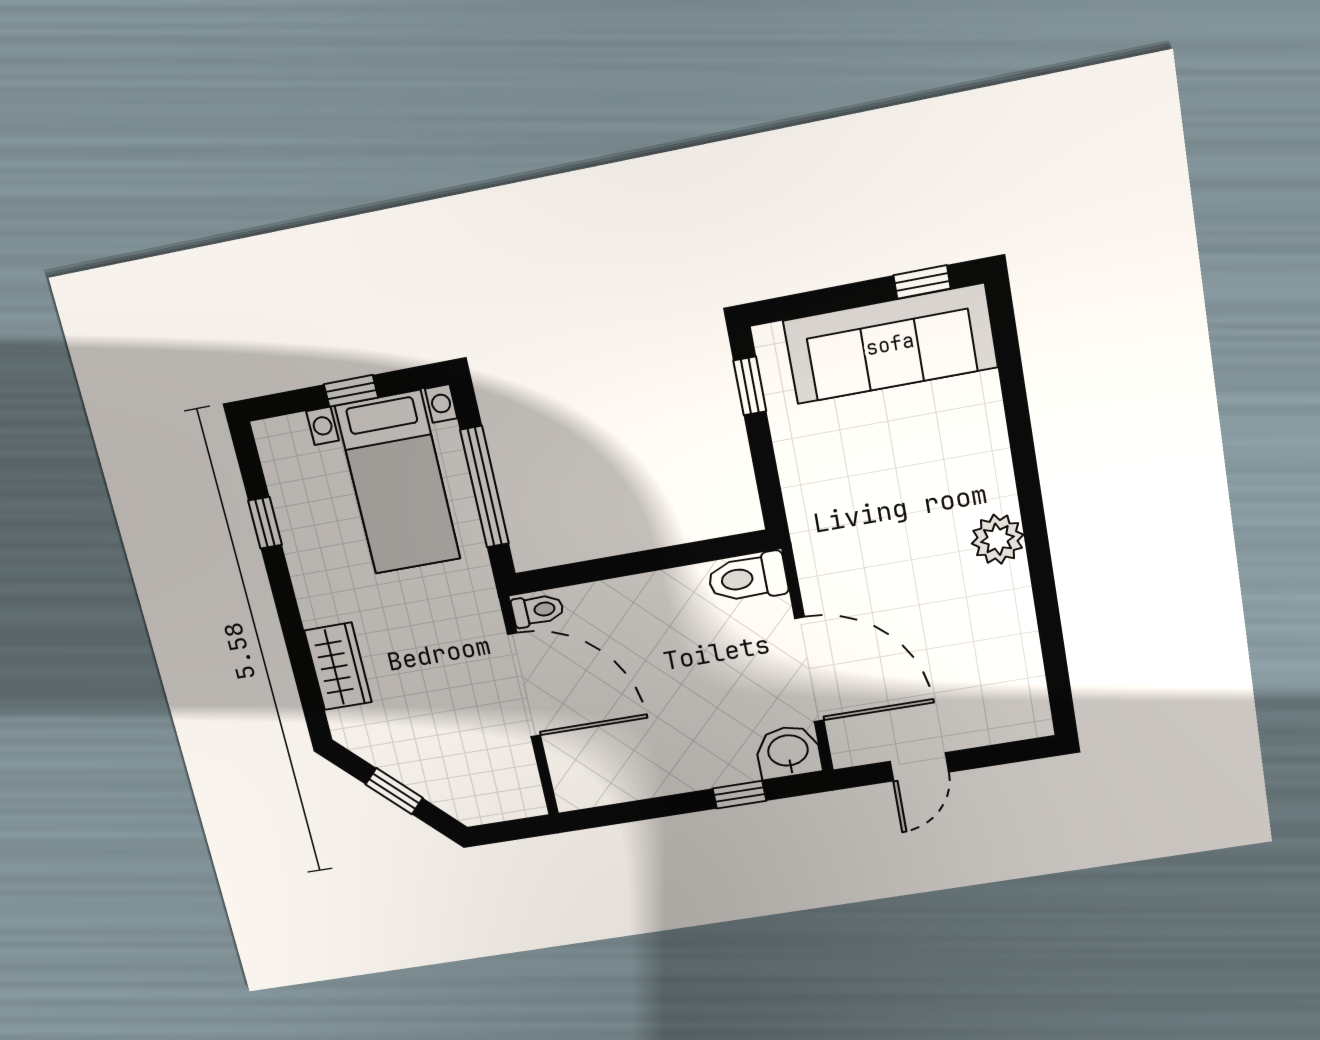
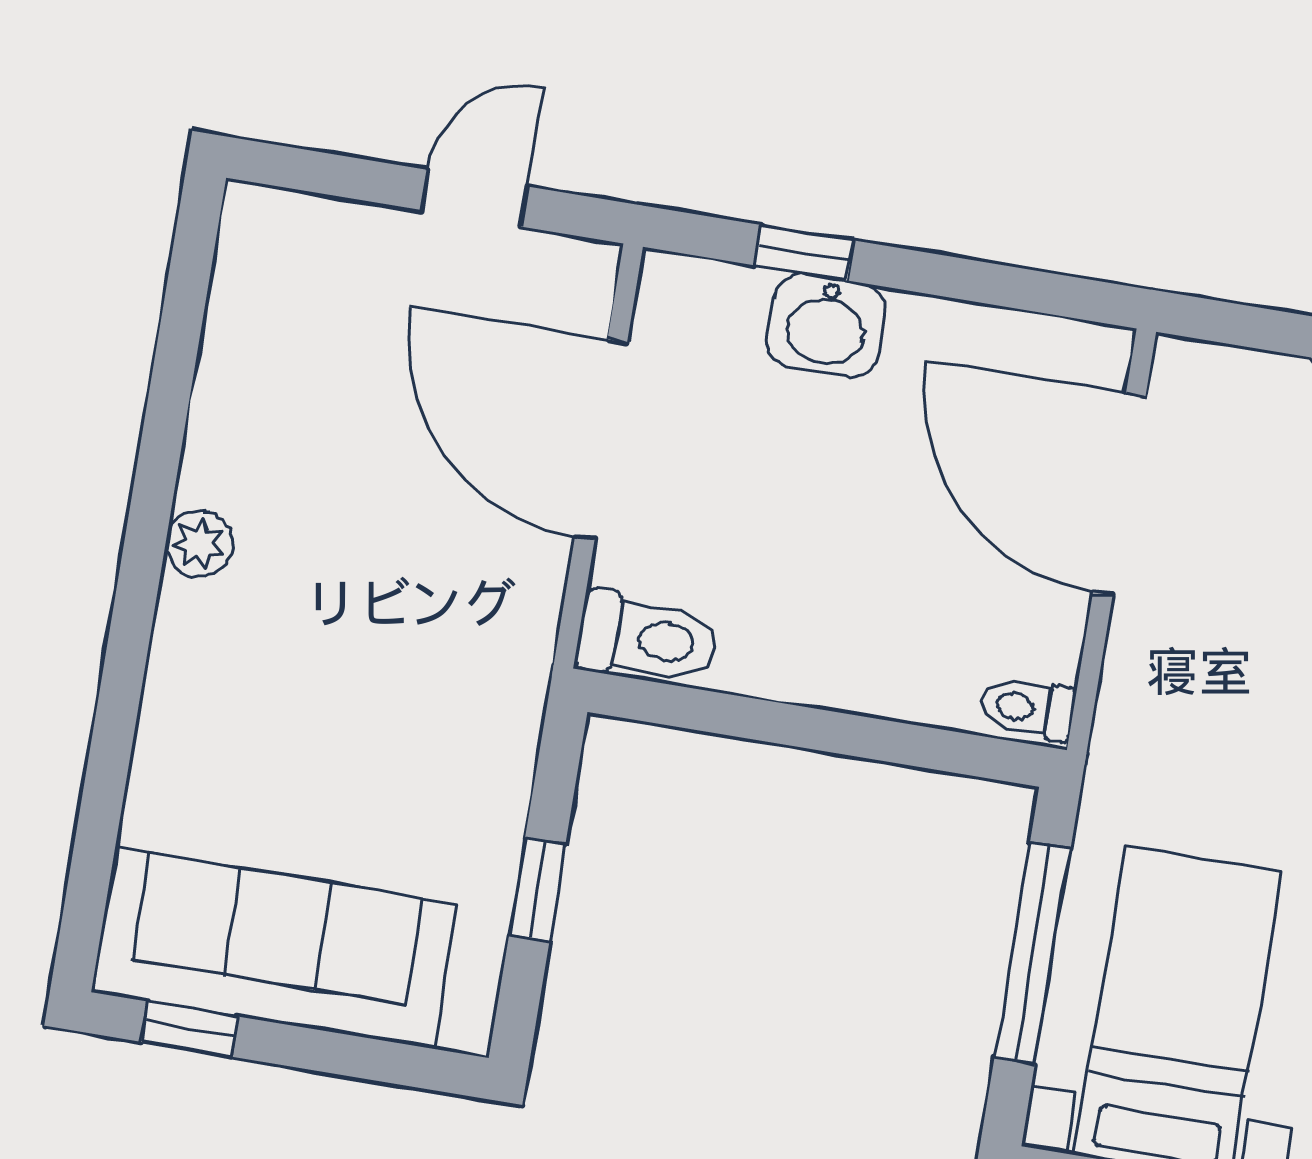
window: (750, 386) -> (537, 890), moved
plant: (998, 539) -> (199, 544), width x0.73, depth x0.73
door: (524, 685) -> (1119, 494), moved
washbasin: (788, 752) -> (826, 325), moved

